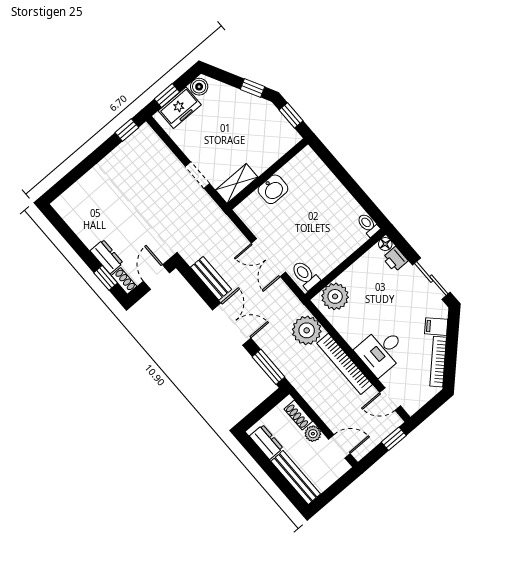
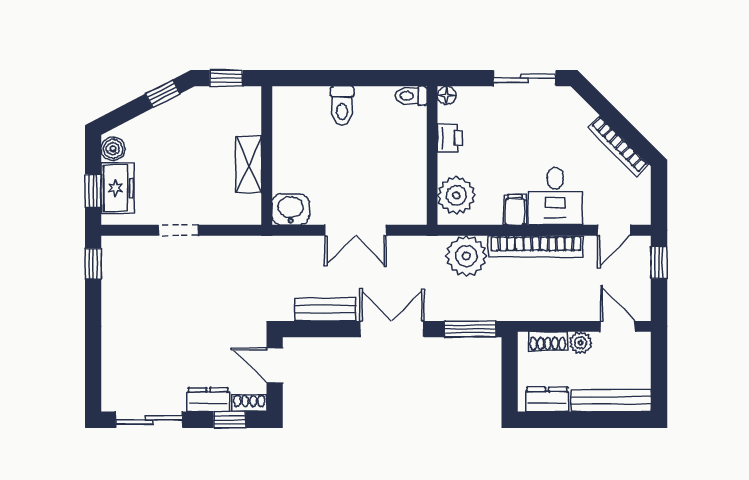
doorway: (197, 175) -> (178, 230), moved
shelving: (237, 184) -> (249, 164), moved
washbasin: (273, 189) -> (290, 209), moved, turned -90
sliding door: (68, 234) -> (149, 420), added
printer: (395, 259) -> (450, 138), moved, turned -90
toilet: (305, 275) -> (342, 106), moved, turned -90
filing cabinet: (436, 327) -> (515, 210), moved, turned 135
door: (339, 446) -> (618, 326), hinge flipped

